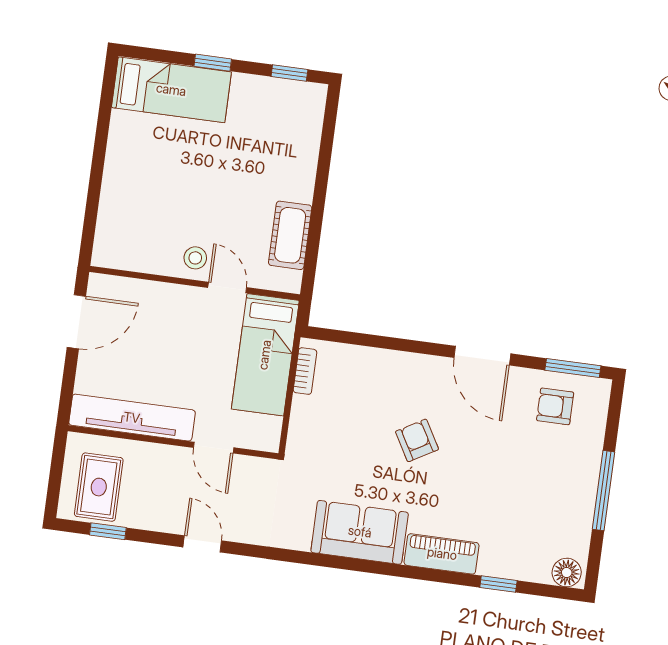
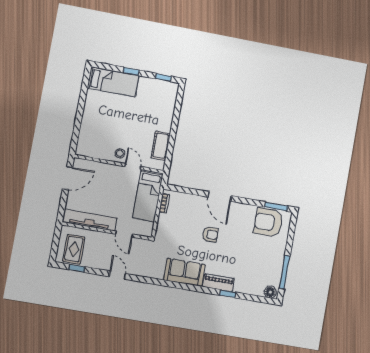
door: (482, 356) -> (220, 196), moved
armchair: (555, 406) -> (268, 222), width x1.88, depth x1.88
armchair: (417, 440) -> (210, 234), turned 120
window: (604, 491) -> (284, 272), moved
window: (498, 584) -> (228, 294), moved

